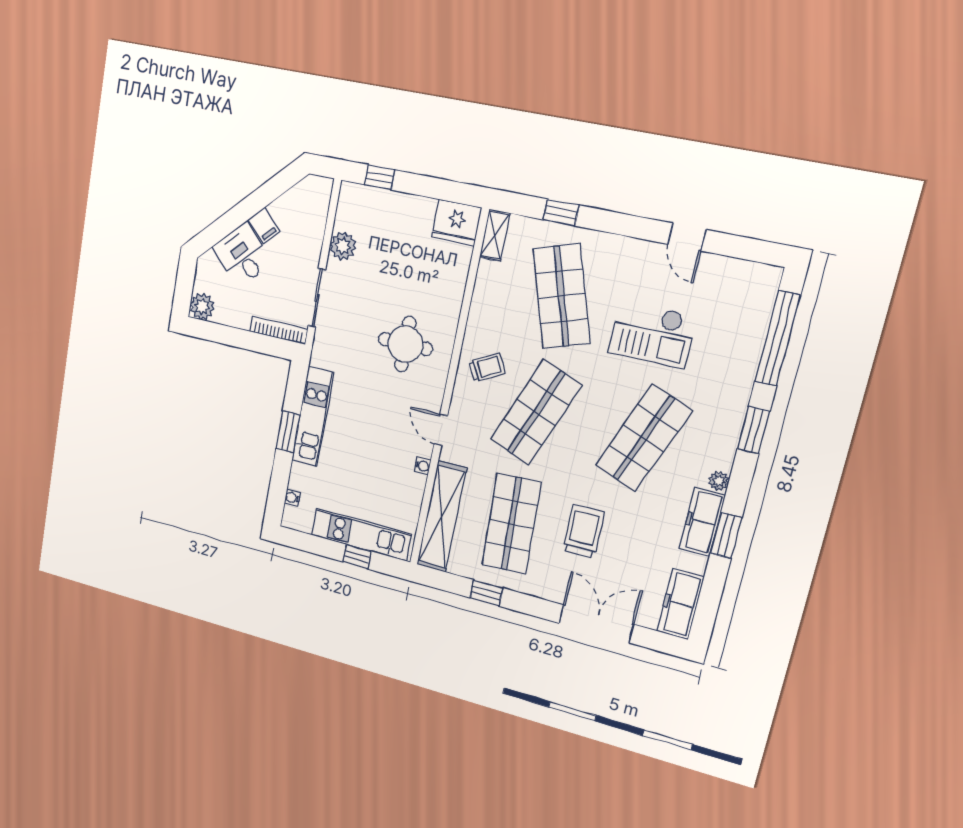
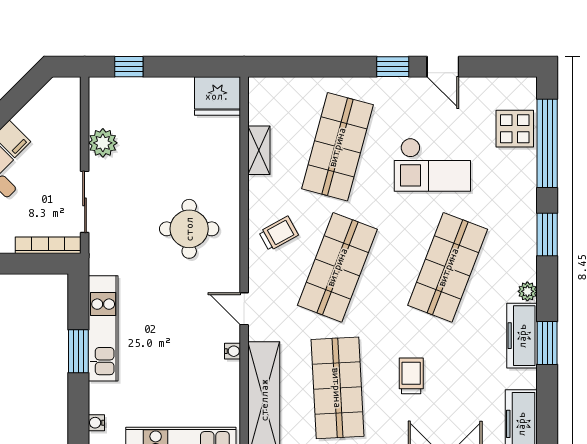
window: (561, 213) -> (393, 67), moved
shelving: (495, 235) -> (259, 150), moved
shop shelf: (561, 296) -> (337, 147), turned 33
display table: (747, 316) -> (515, 129), added
trolley: (584, 531) -> (411, 376), width x0.73, depth x0.72

